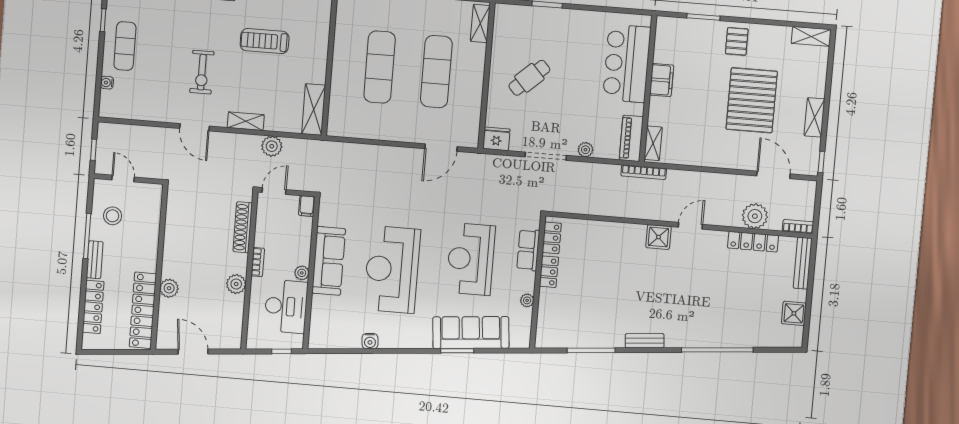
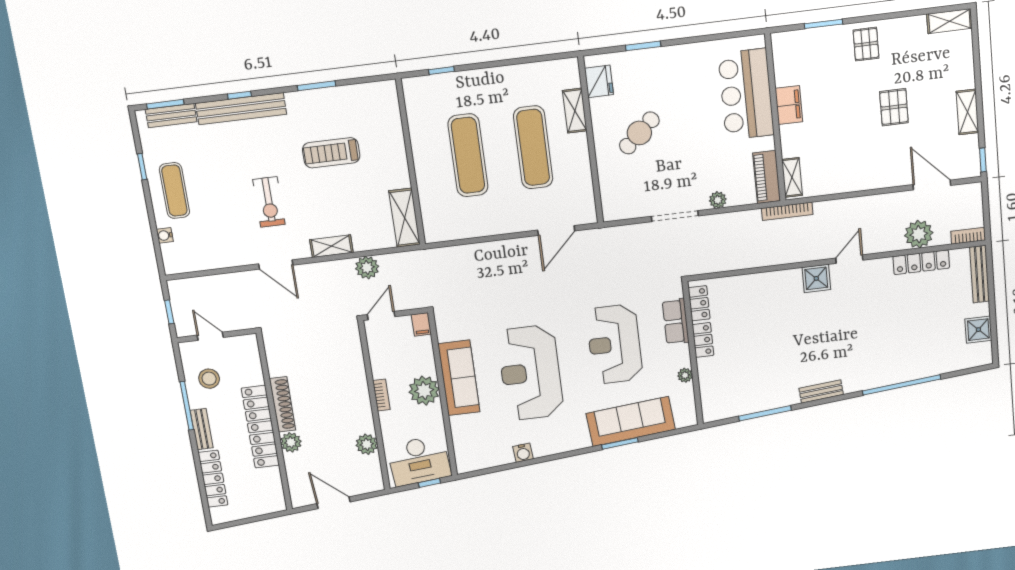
shelving: (480, 23) -> (575, 111), moved
pallet: (752, 100) -> (894, 107), width x0.49, depth x0.50
fridge: (496, 139) -> (599, 81), moved, turned 90
shoe rack: (243, 227) -> (282, 404), moved, turned 180
plant: (302, 273) -> (424, 391), width x1.87, depth x1.87
plant: (236, 284) -> (367, 444), moved
desk: (286, 306) -> (419, 461), moved, turned 85
locker: (143, 310) -> (260, 427), moved

